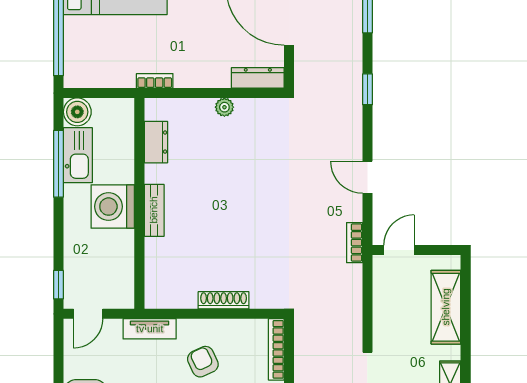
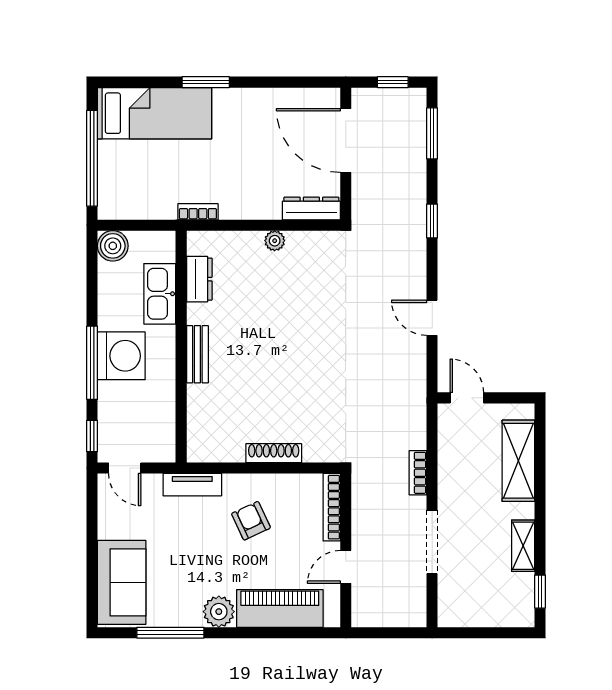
kitchen sink: (78, 155) -> (160, 294), moved, turned 180
window: (58, 164) -> (92, 363), moved
washing machine: (113, 207) -> (121, 356), moved, turned 180
bookcase: (355, 243) -> (418, 473), moved
door: (399, 250) -> (467, 398), hinge flipped
door: (88, 314) -> (125, 468), hinge flipped

